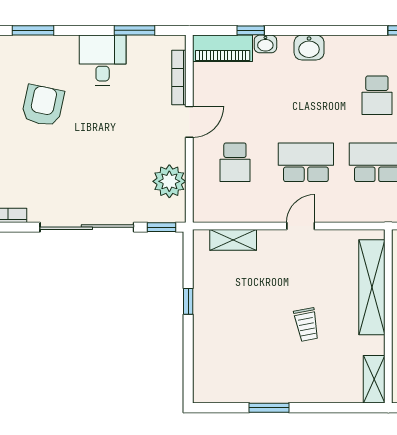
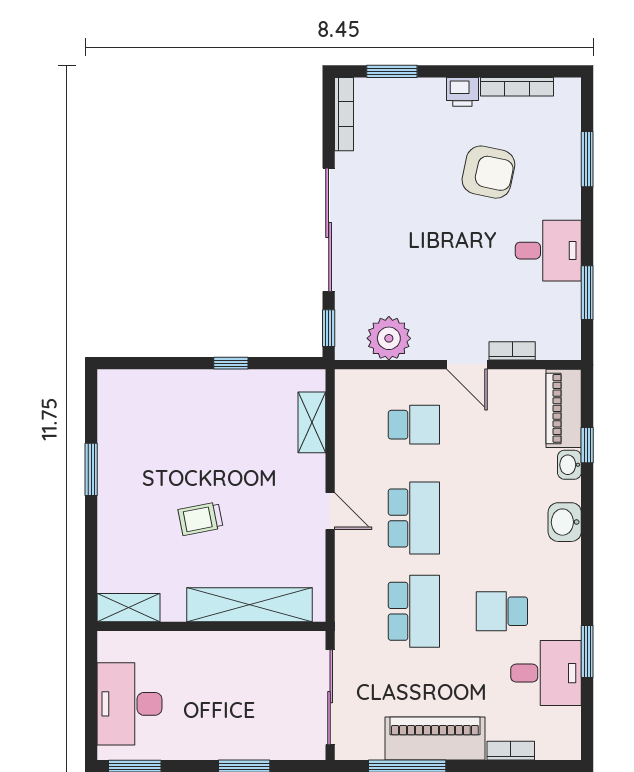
bookcase: (179, 78) -> (512, 351), width x0.64
school desk: (235, 162) -> (414, 425), turned 180

